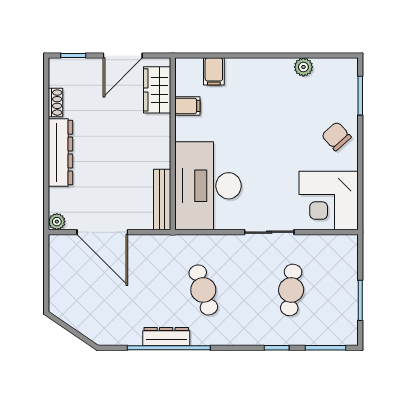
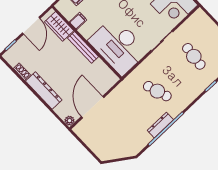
bench: (162, 199) -> (83, 47), moved
door: (102, 232) -> (93, 107), swing flipped

